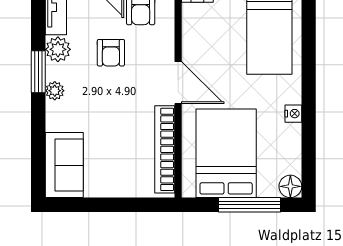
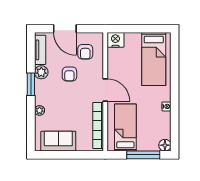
plant: (55, 91) -> (40, 110), moved
bed: (226, 153) -> (125, 128), width x0.67
sofa: (64, 165) -> (58, 141), moved, turned -90

